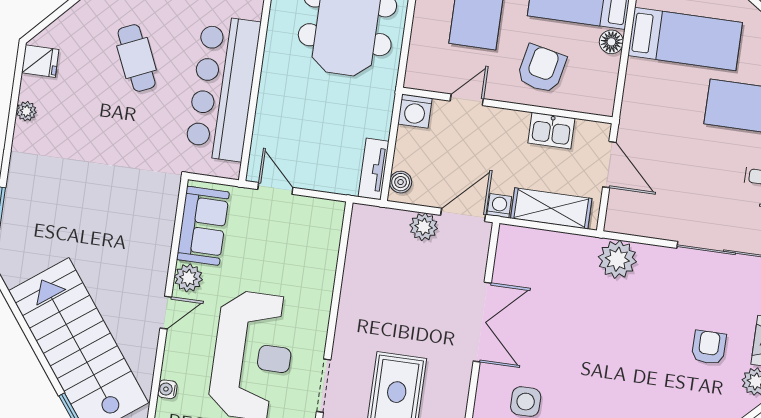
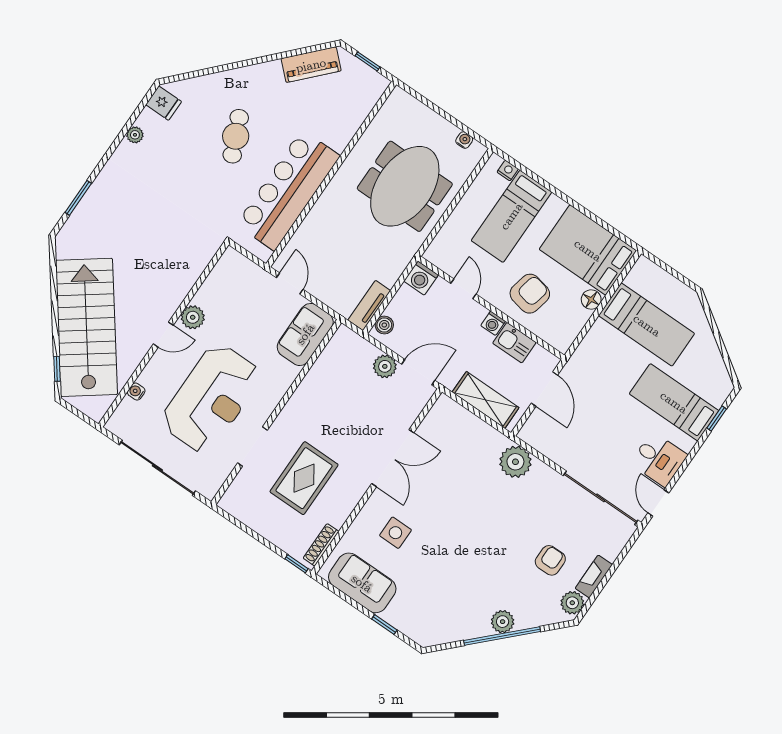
door: (467, 100) -> (463, 289), hinge flipped
washing machine: (499, 206) -> (493, 323), moved, turned 180
sofa: (203, 226) -> (305, 334), moved, turned 180

